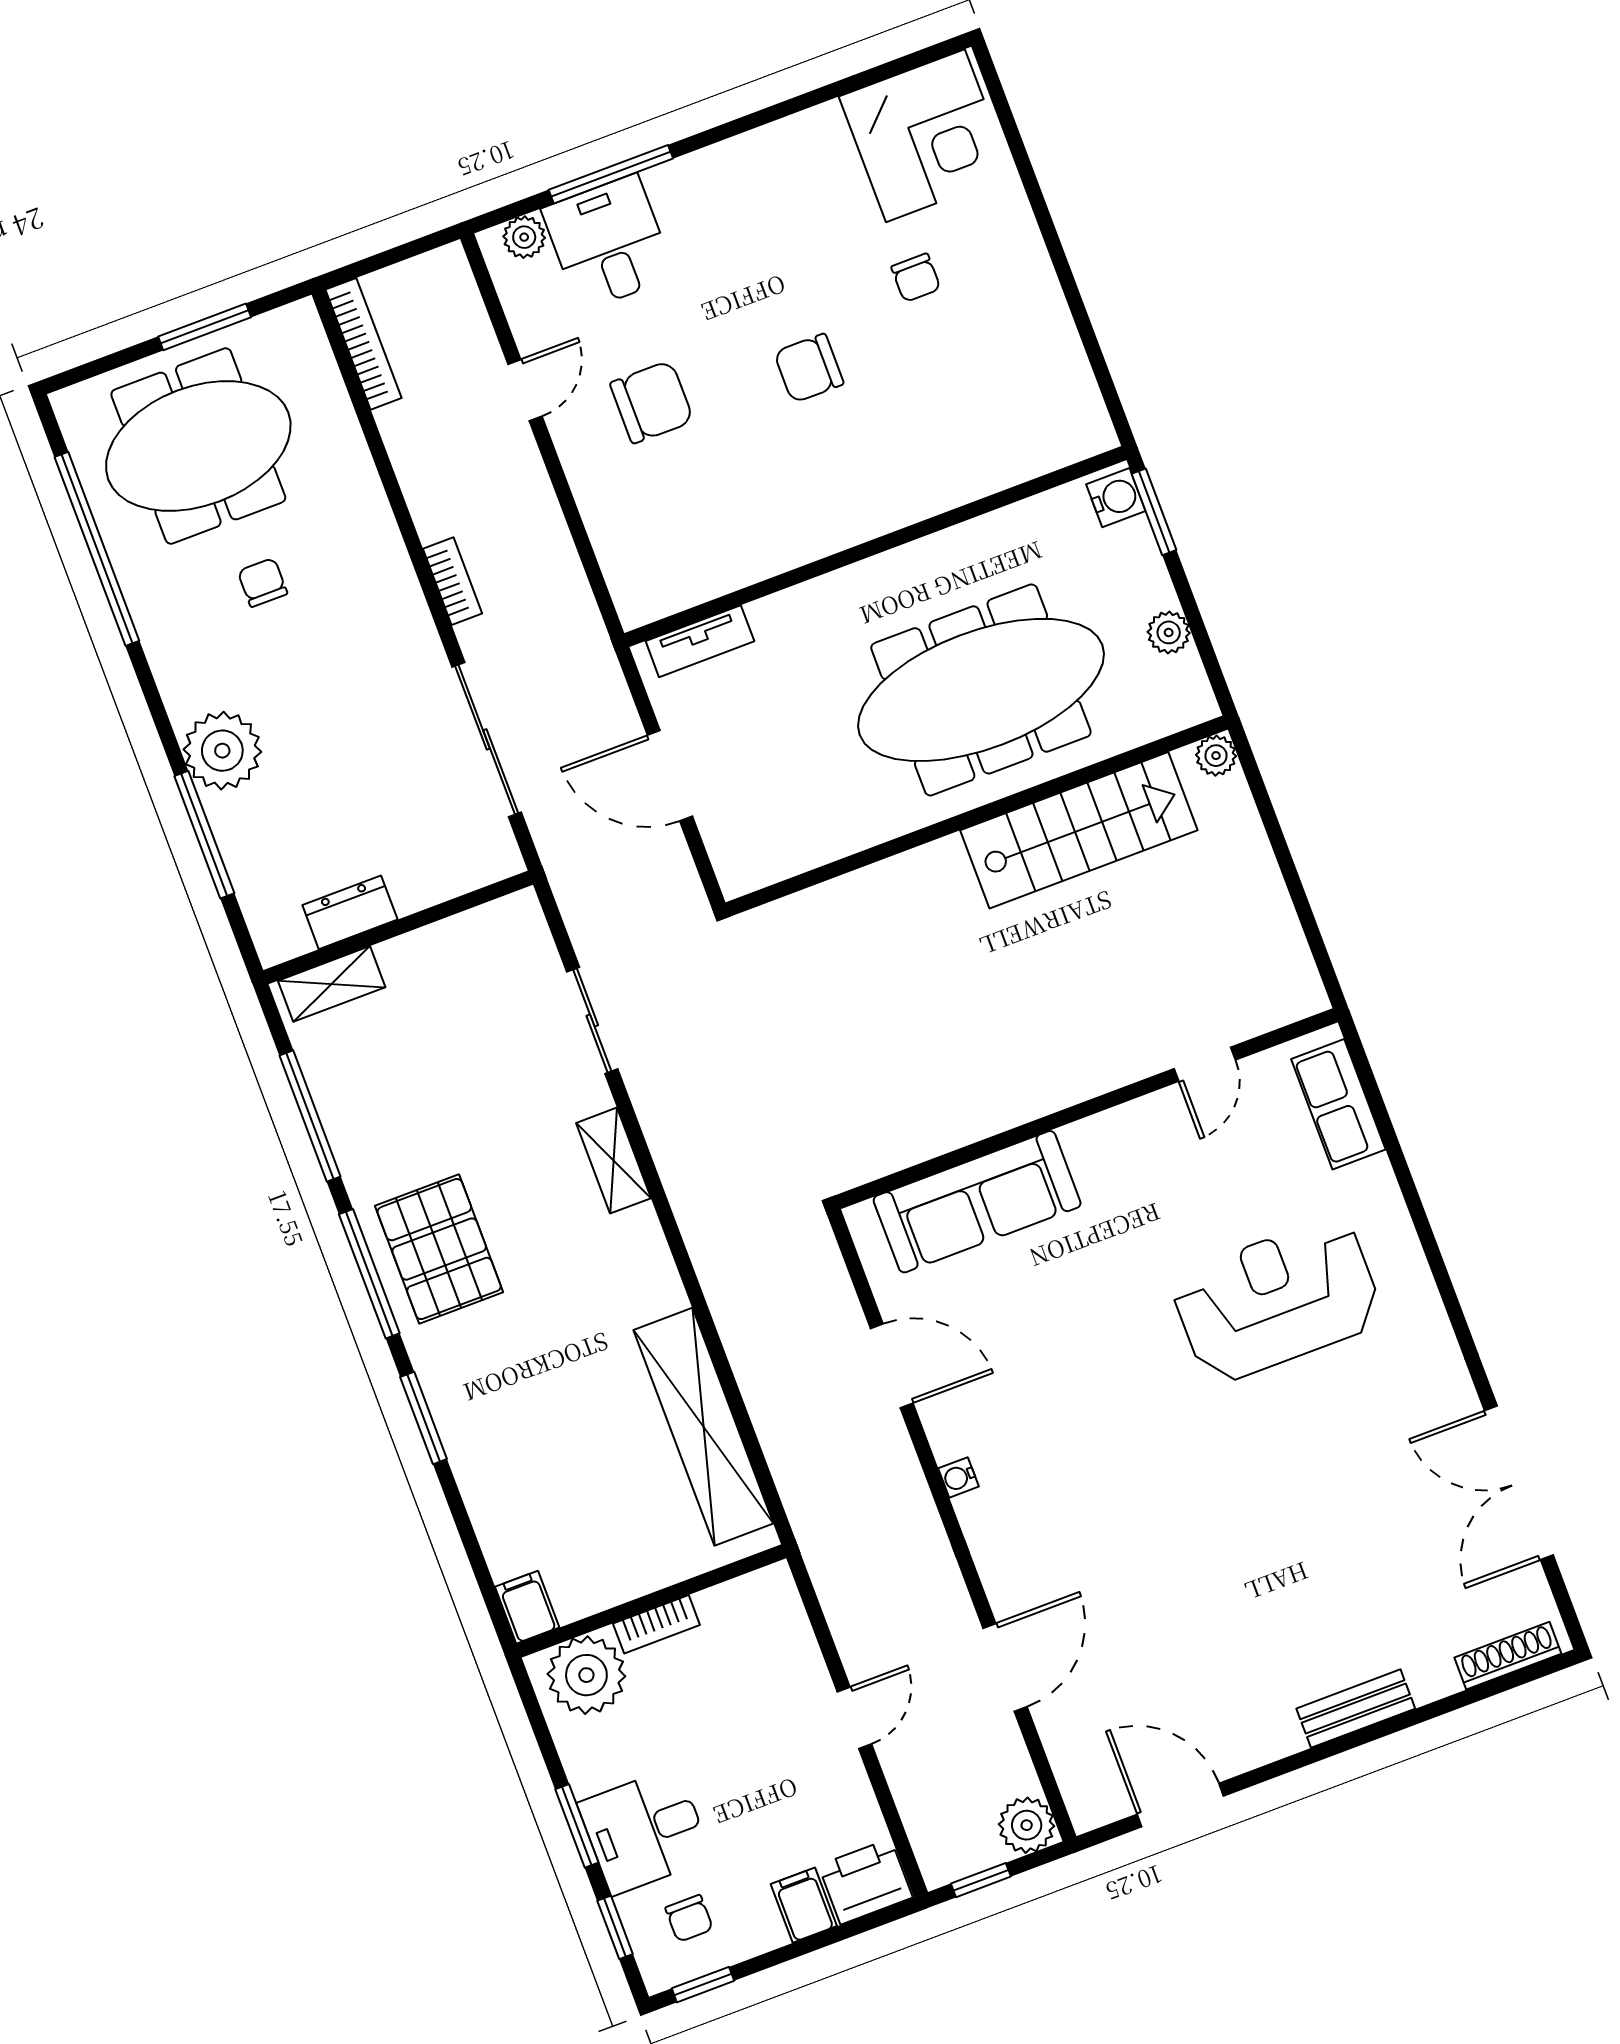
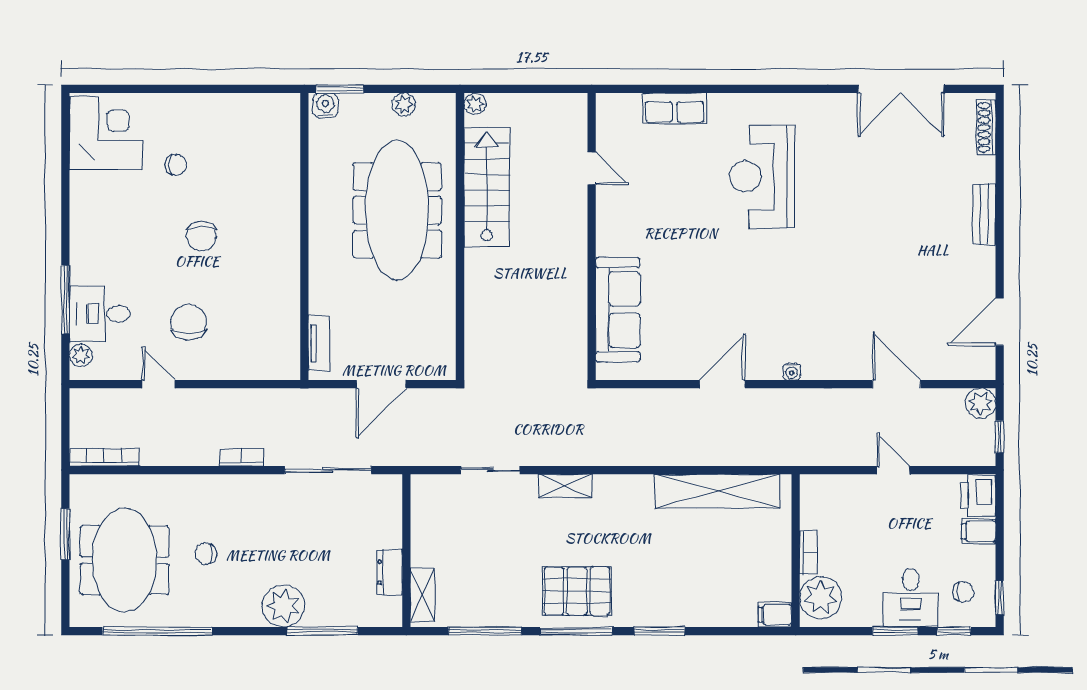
door: (1205, 1064) -> (592, 168), moved
wall: (1087, 1109) -> (592, 236), moved
sofa: (977, 1202) -> (618, 310), moved

